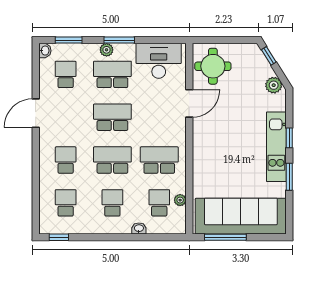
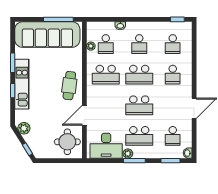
plant: (107, 50) -> (128, 154), moved
cafe table: (210, 145) -> (69, 86), added

